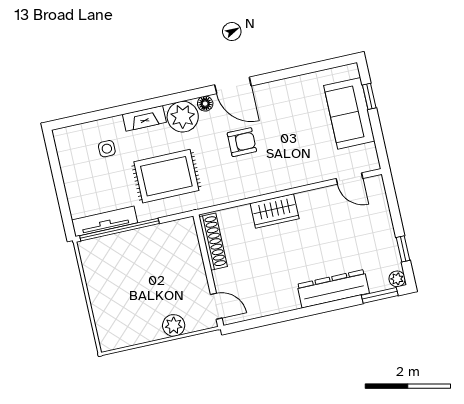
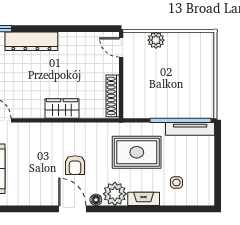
armchair: (242, 142) -> (75, 165), turned -90

